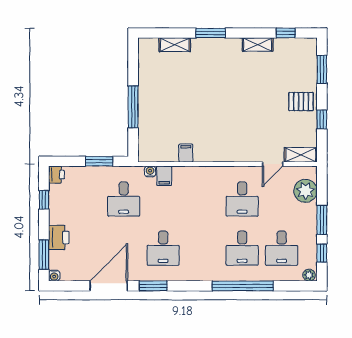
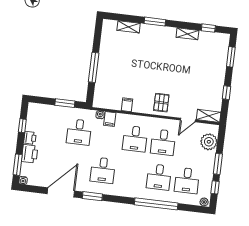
pallet: (301, 101) -> (161, 103), moved, turned 90
printer: (56, 175) -> (30, 138), moved
desk: (203, 199) -> (135, 139), added

